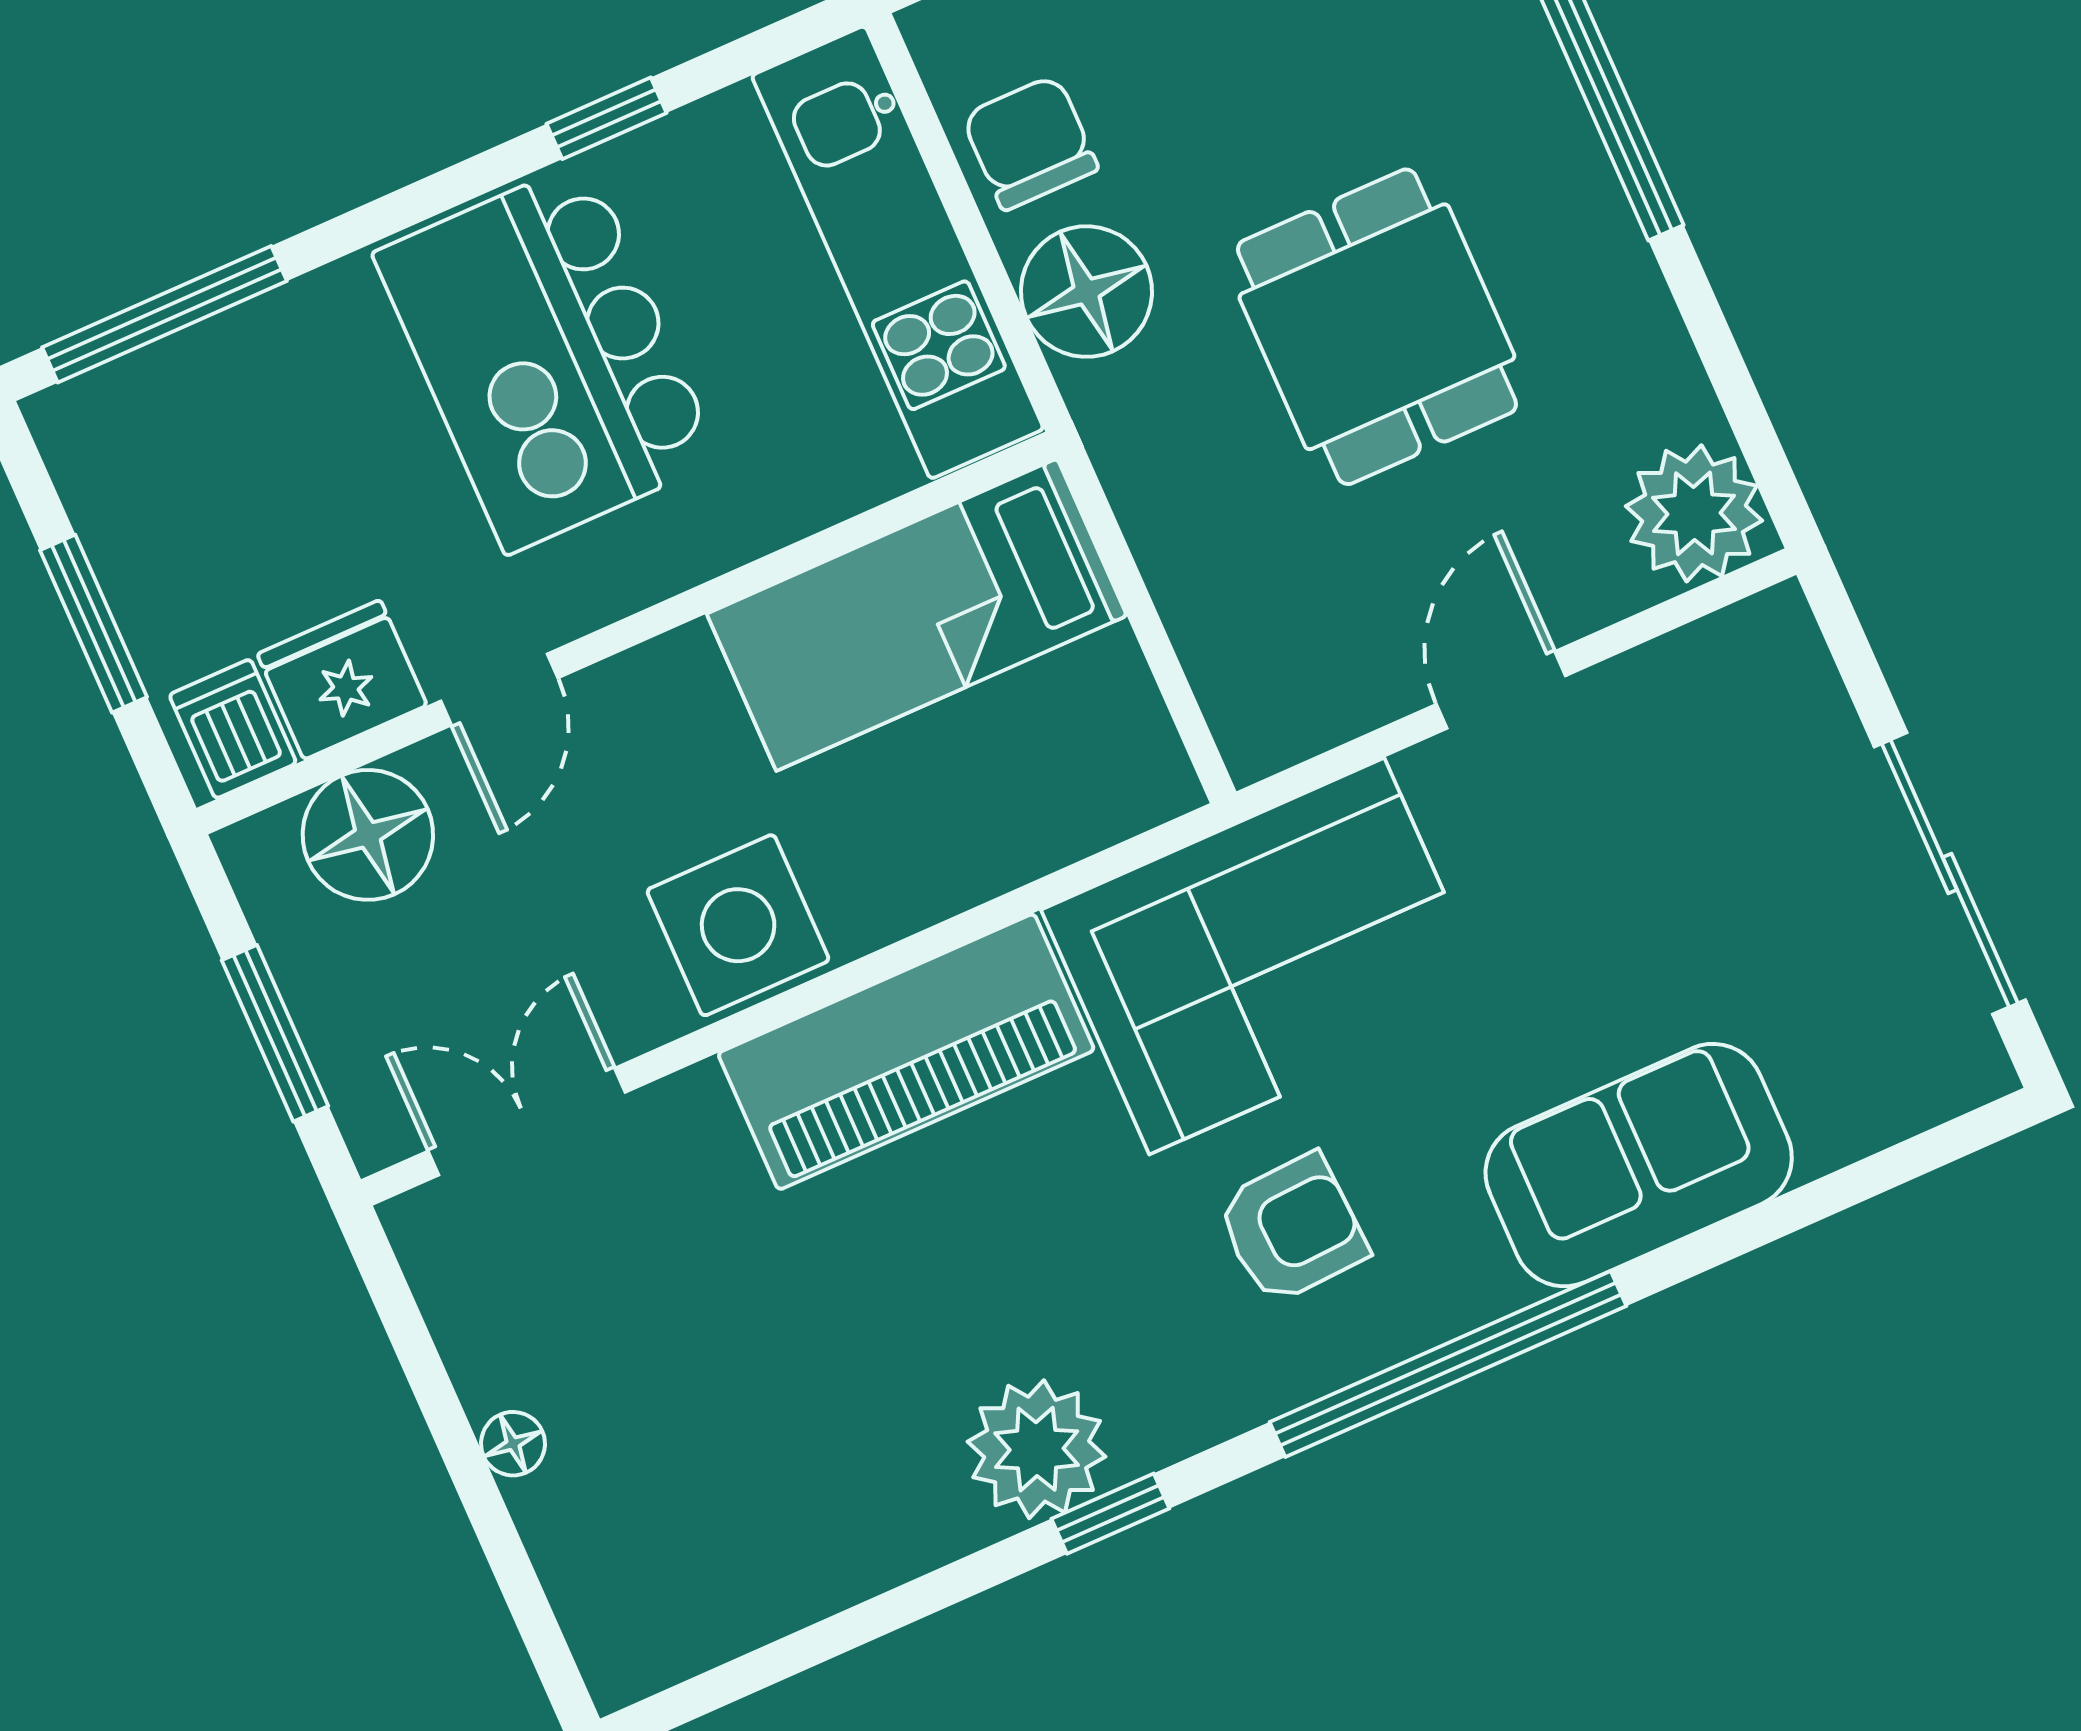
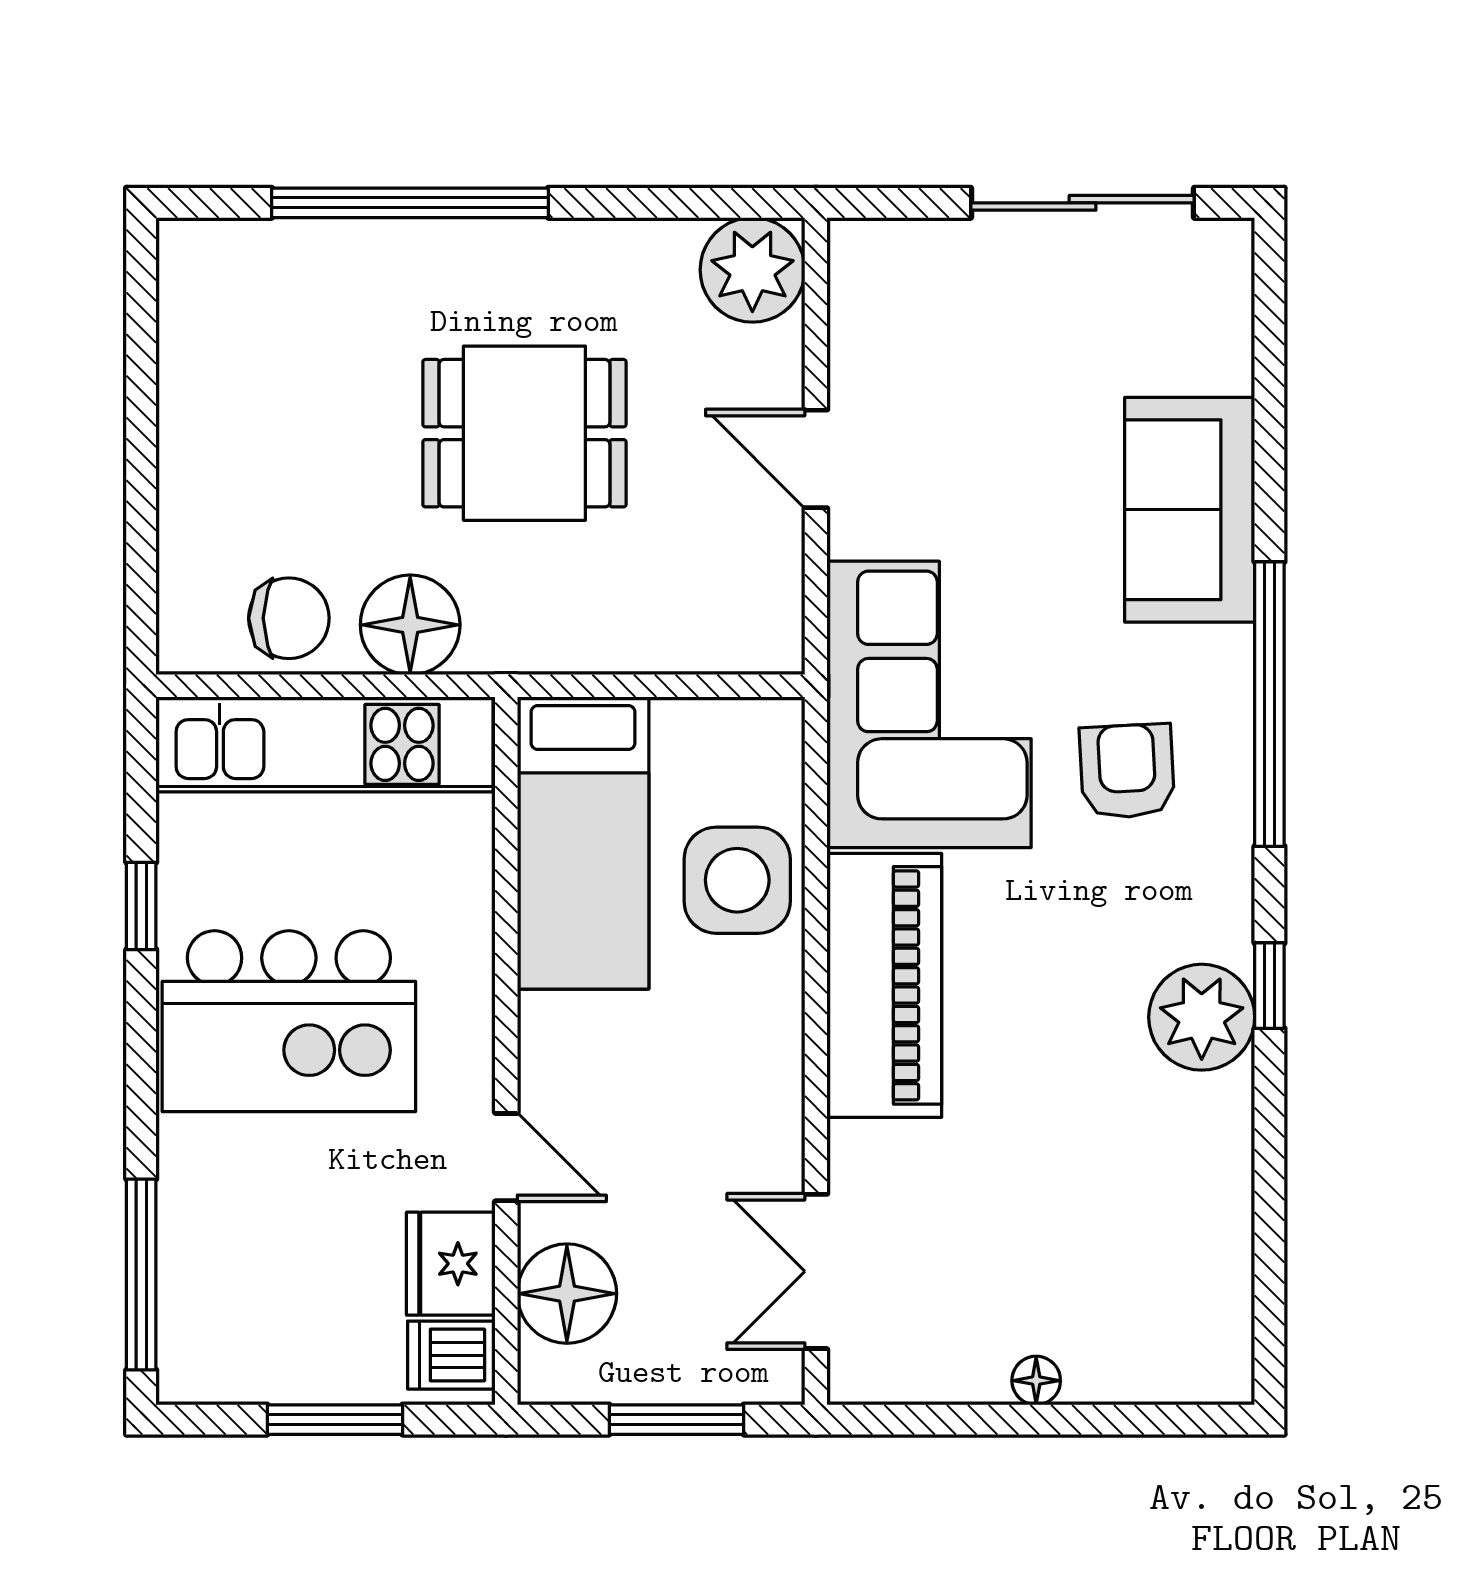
chair: (1030, 143) -> (289, 618), turned 180
side table: (738, 925) -> (737, 880), moved

